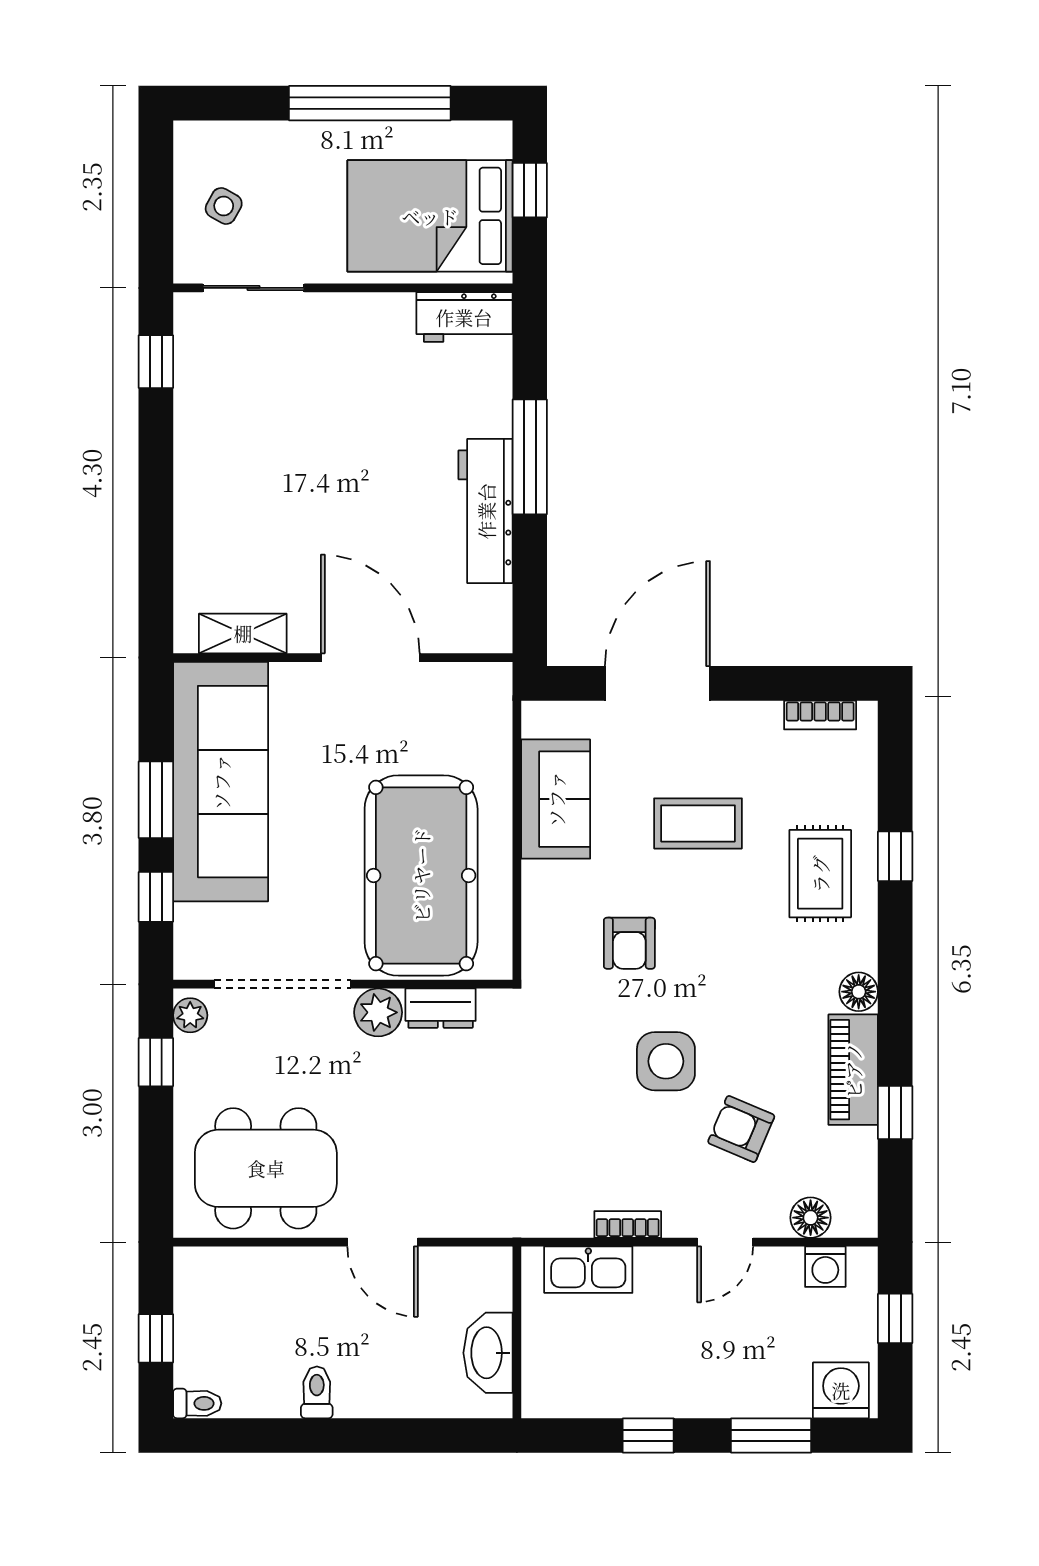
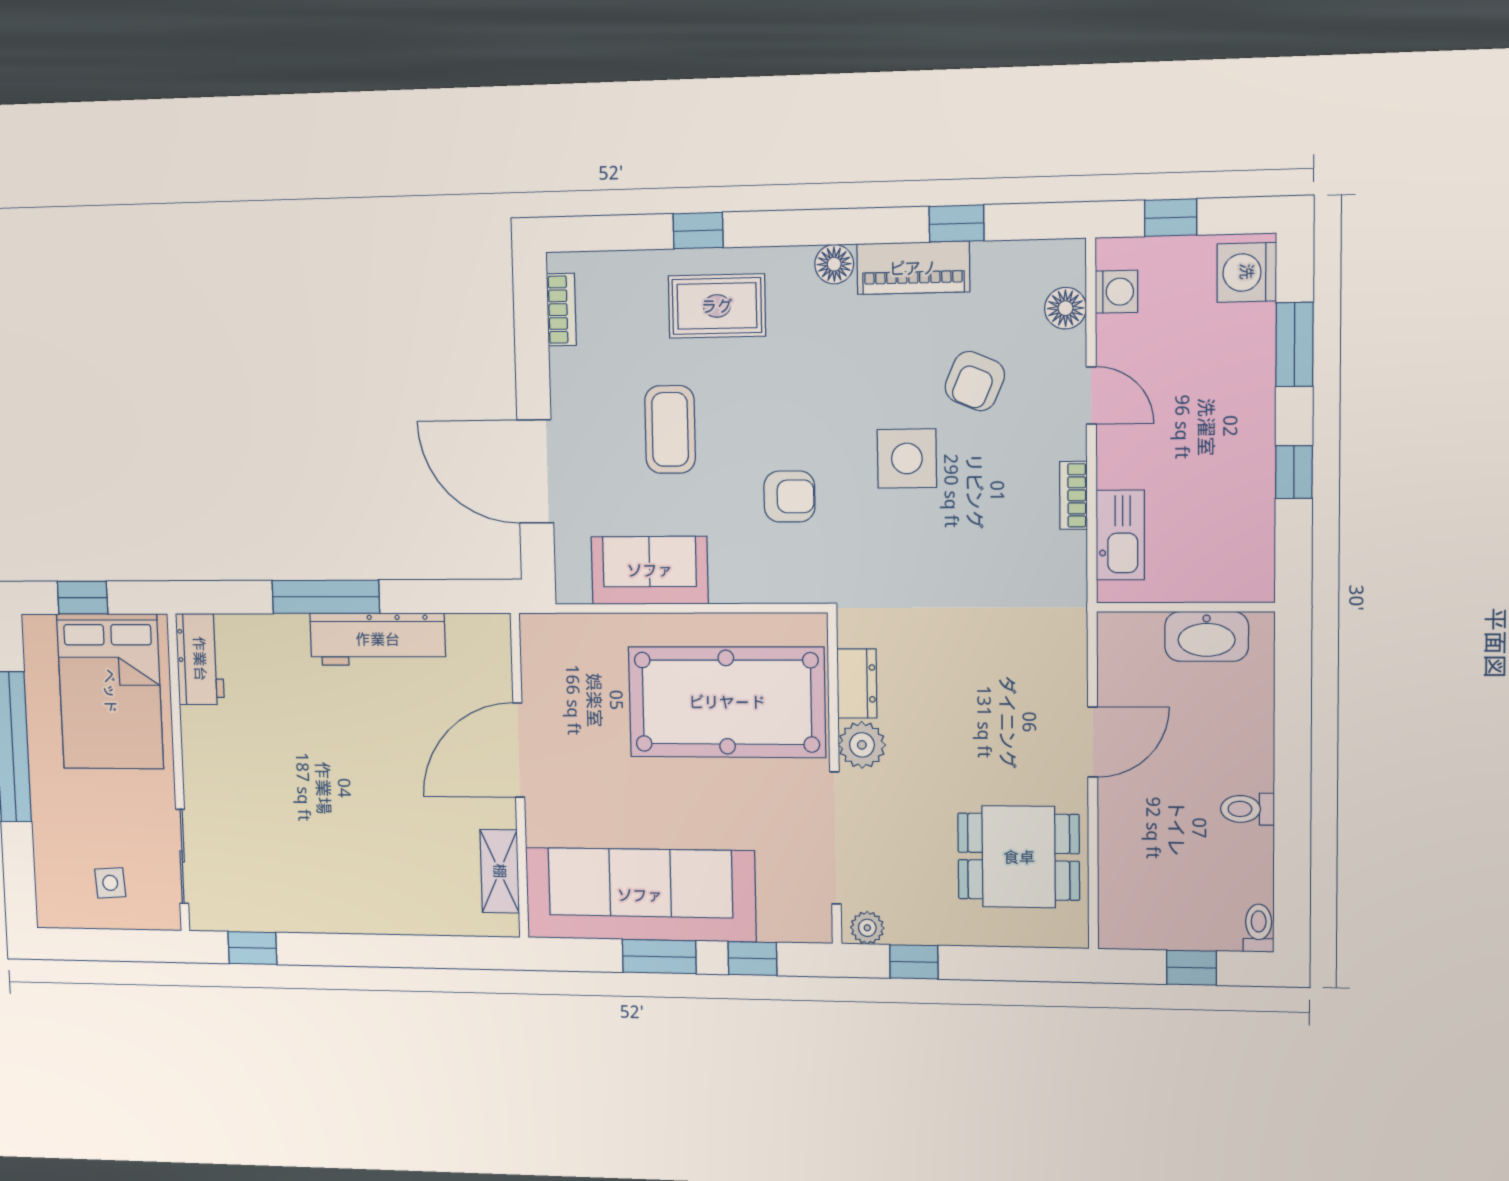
side table: (224, 206) -> (110, 883), turned -33
dining table: (266, 1168) -> (1019, 857), width x0.73

